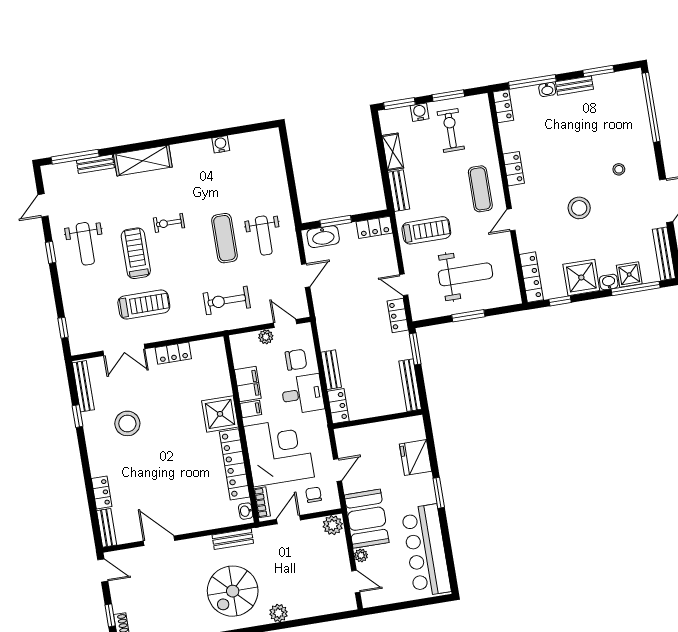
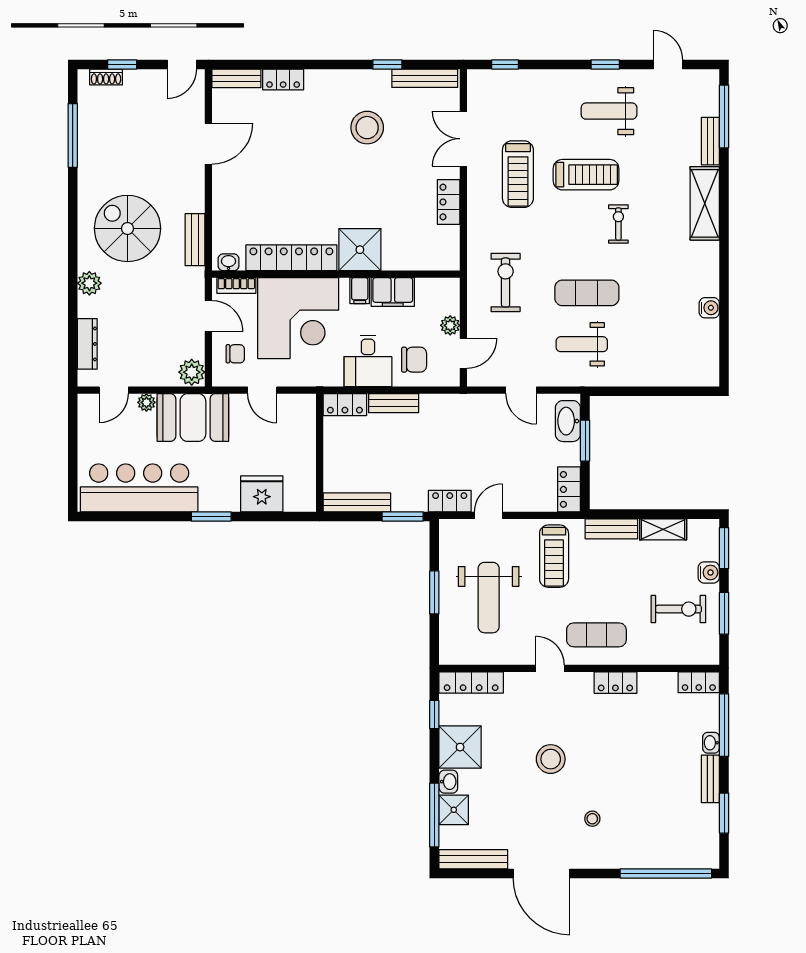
chair: (296, 360) -> (414, 360), turned -90
dresser: (324, 607) -> (87, 344), added

